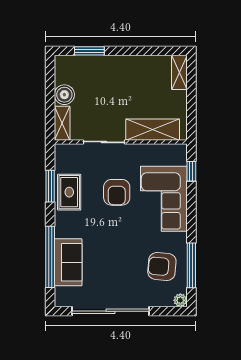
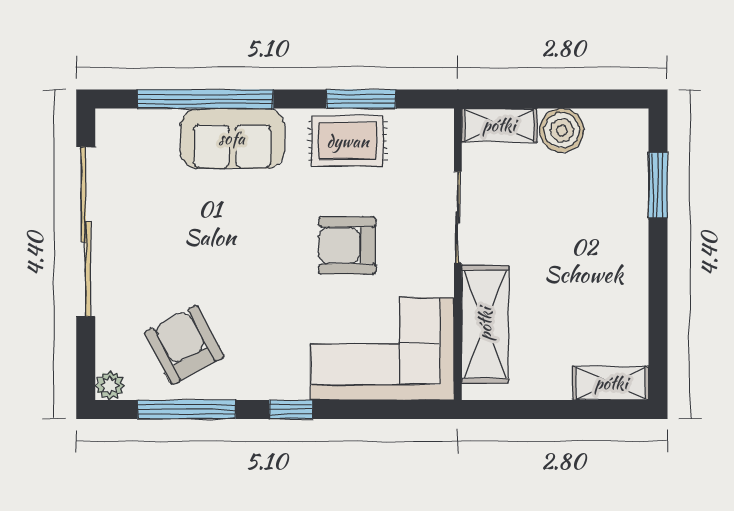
window: (191, 171) -> (291, 409), moved
corner sofa: (164, 199) -> (382, 349), moved
sofa: (68, 262) -> (232, 138), moved
armchair: (162, 267) -> (184, 345), turned -33

